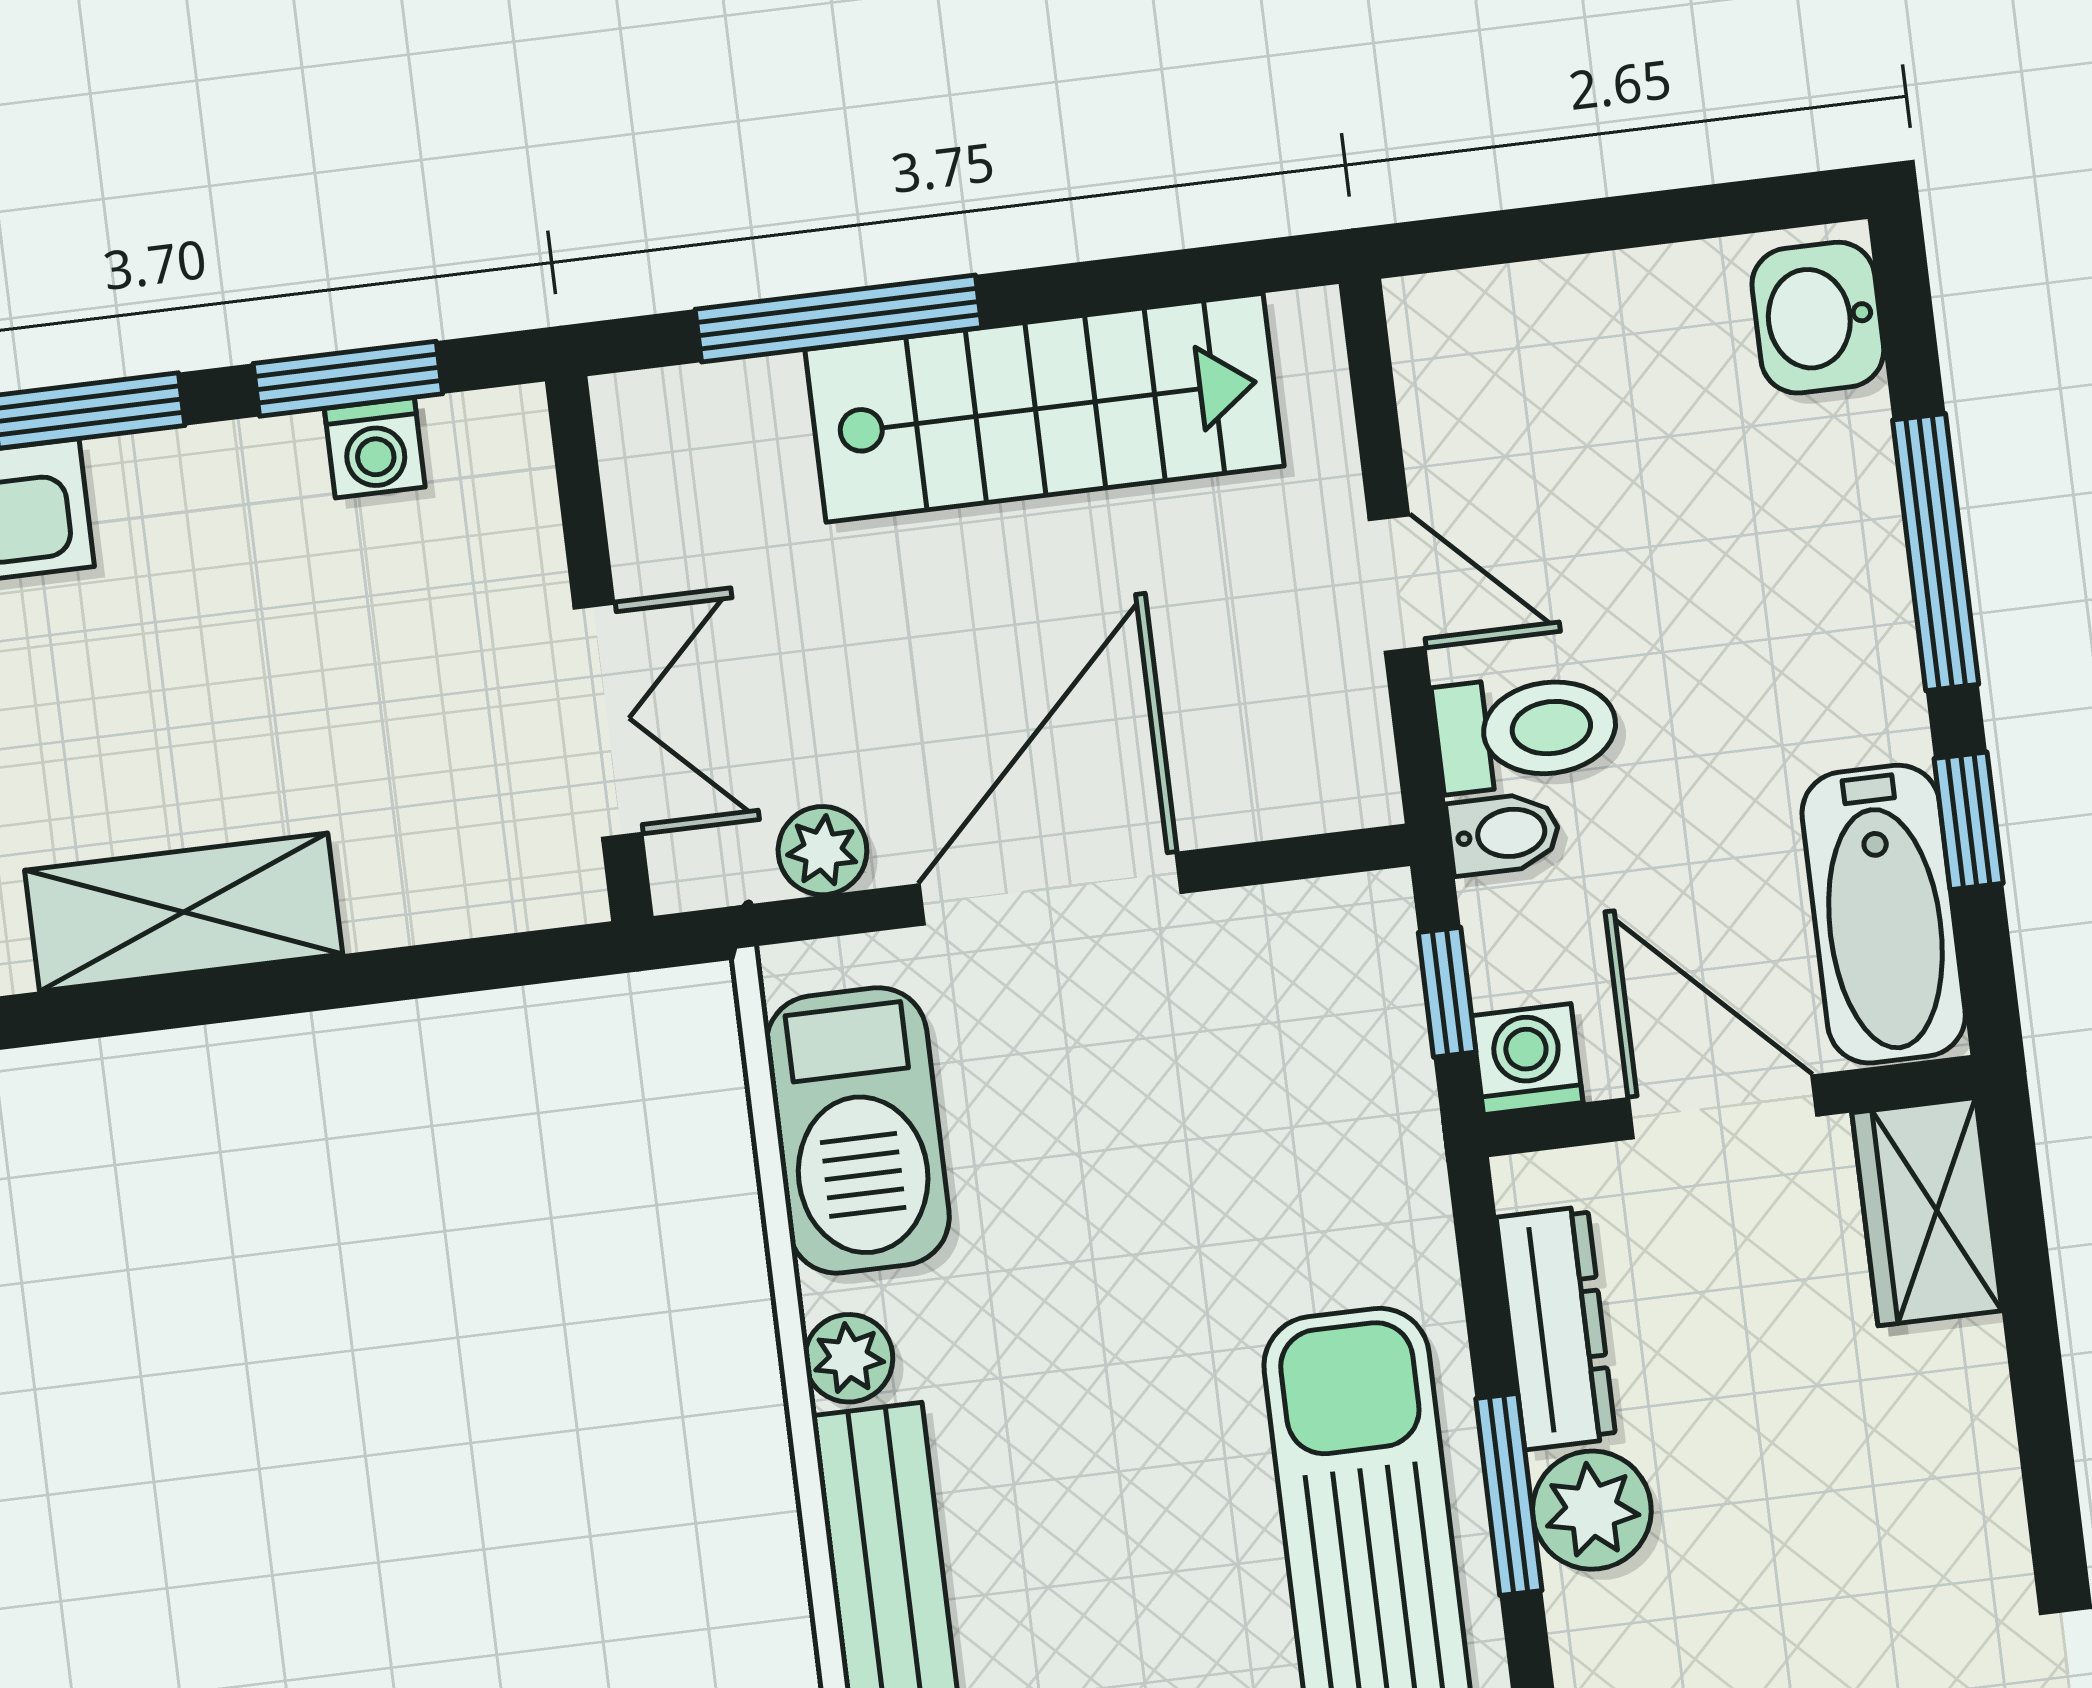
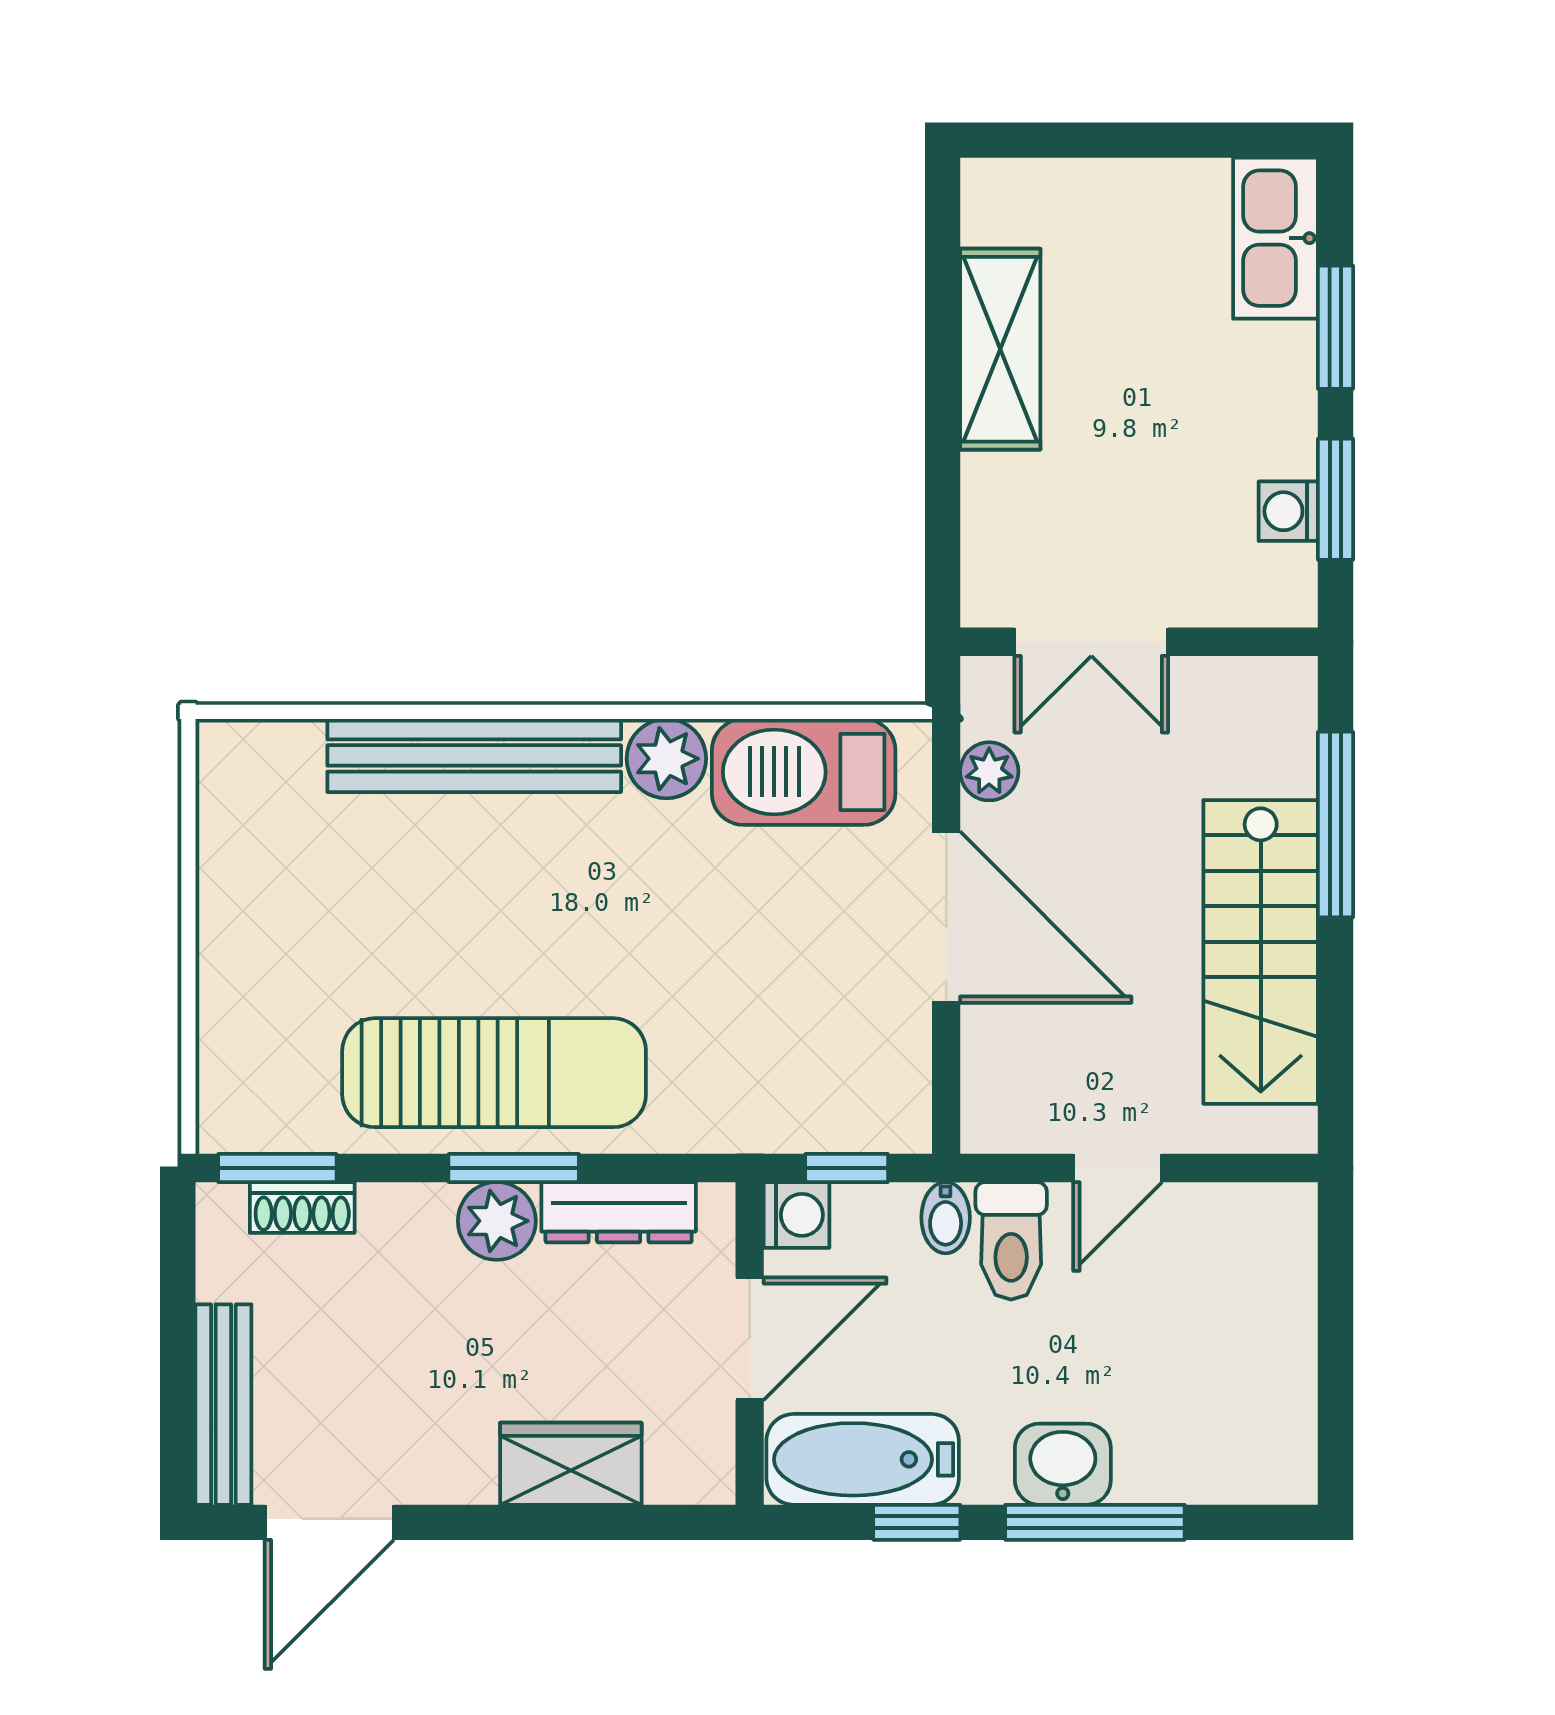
washbasin: (1818, 318) -> (1063, 1464), moved
wardrobe: (1927, 1212) -> (571, 1464), moved
plant: (849, 1358) -> (666, 759), width x1.38, depth x1.38

